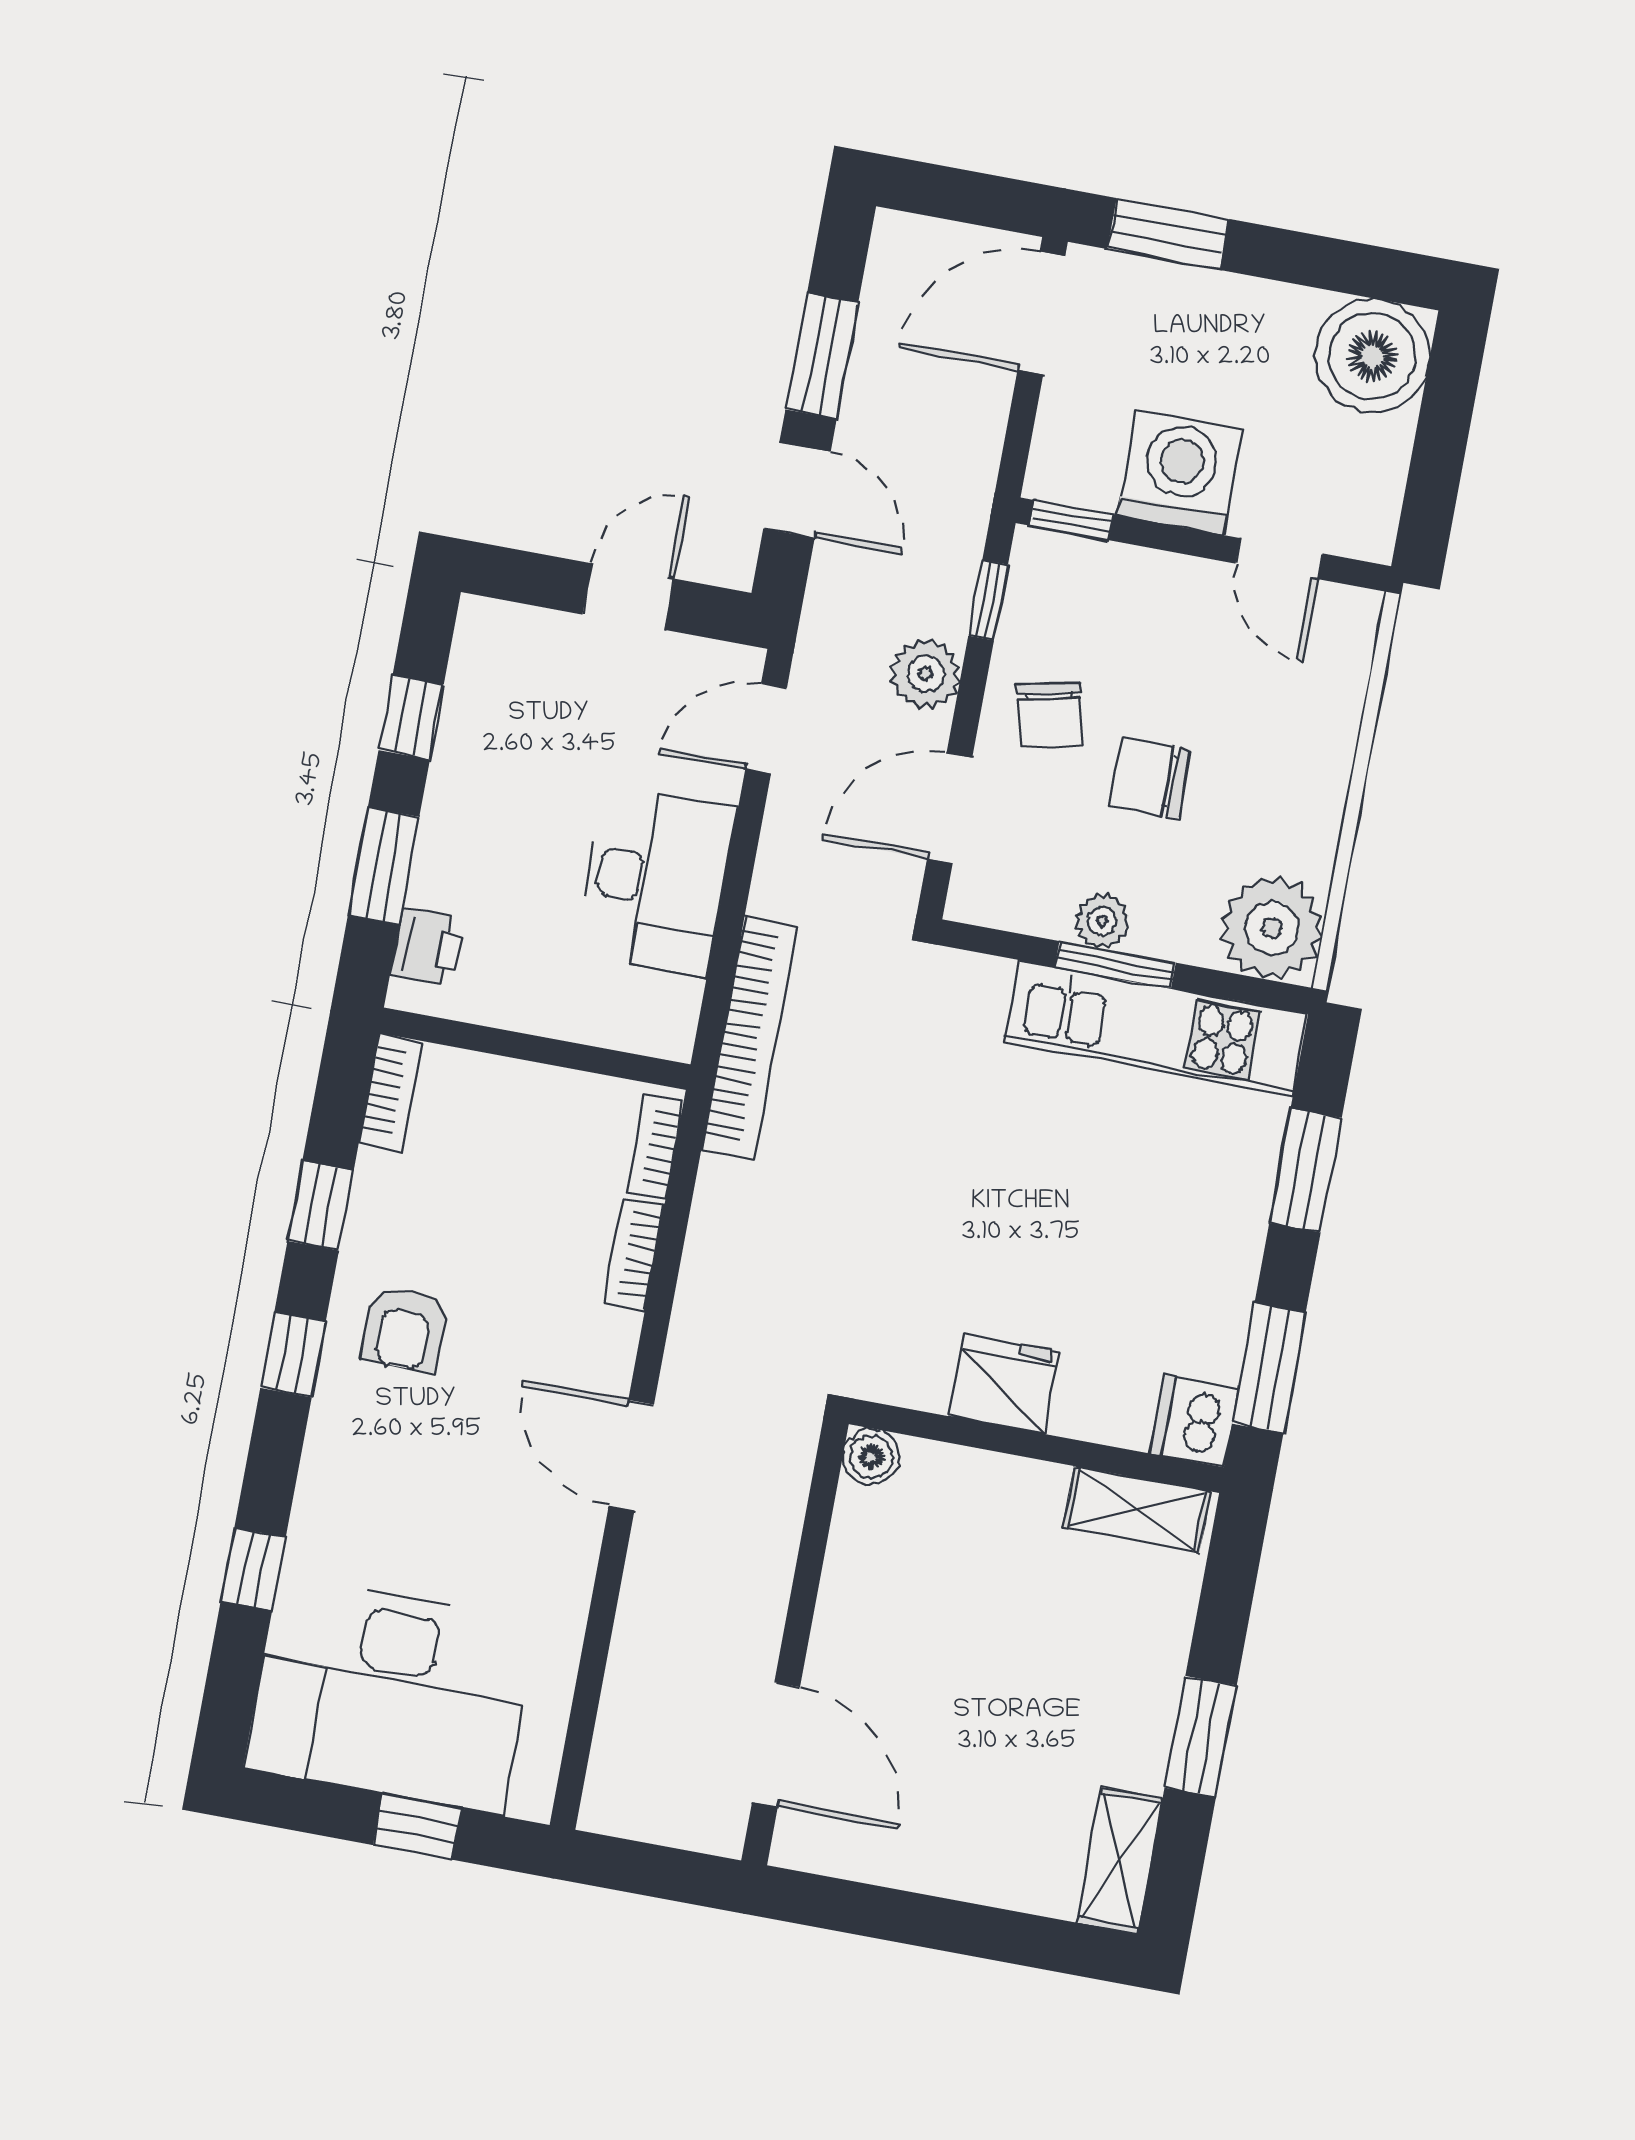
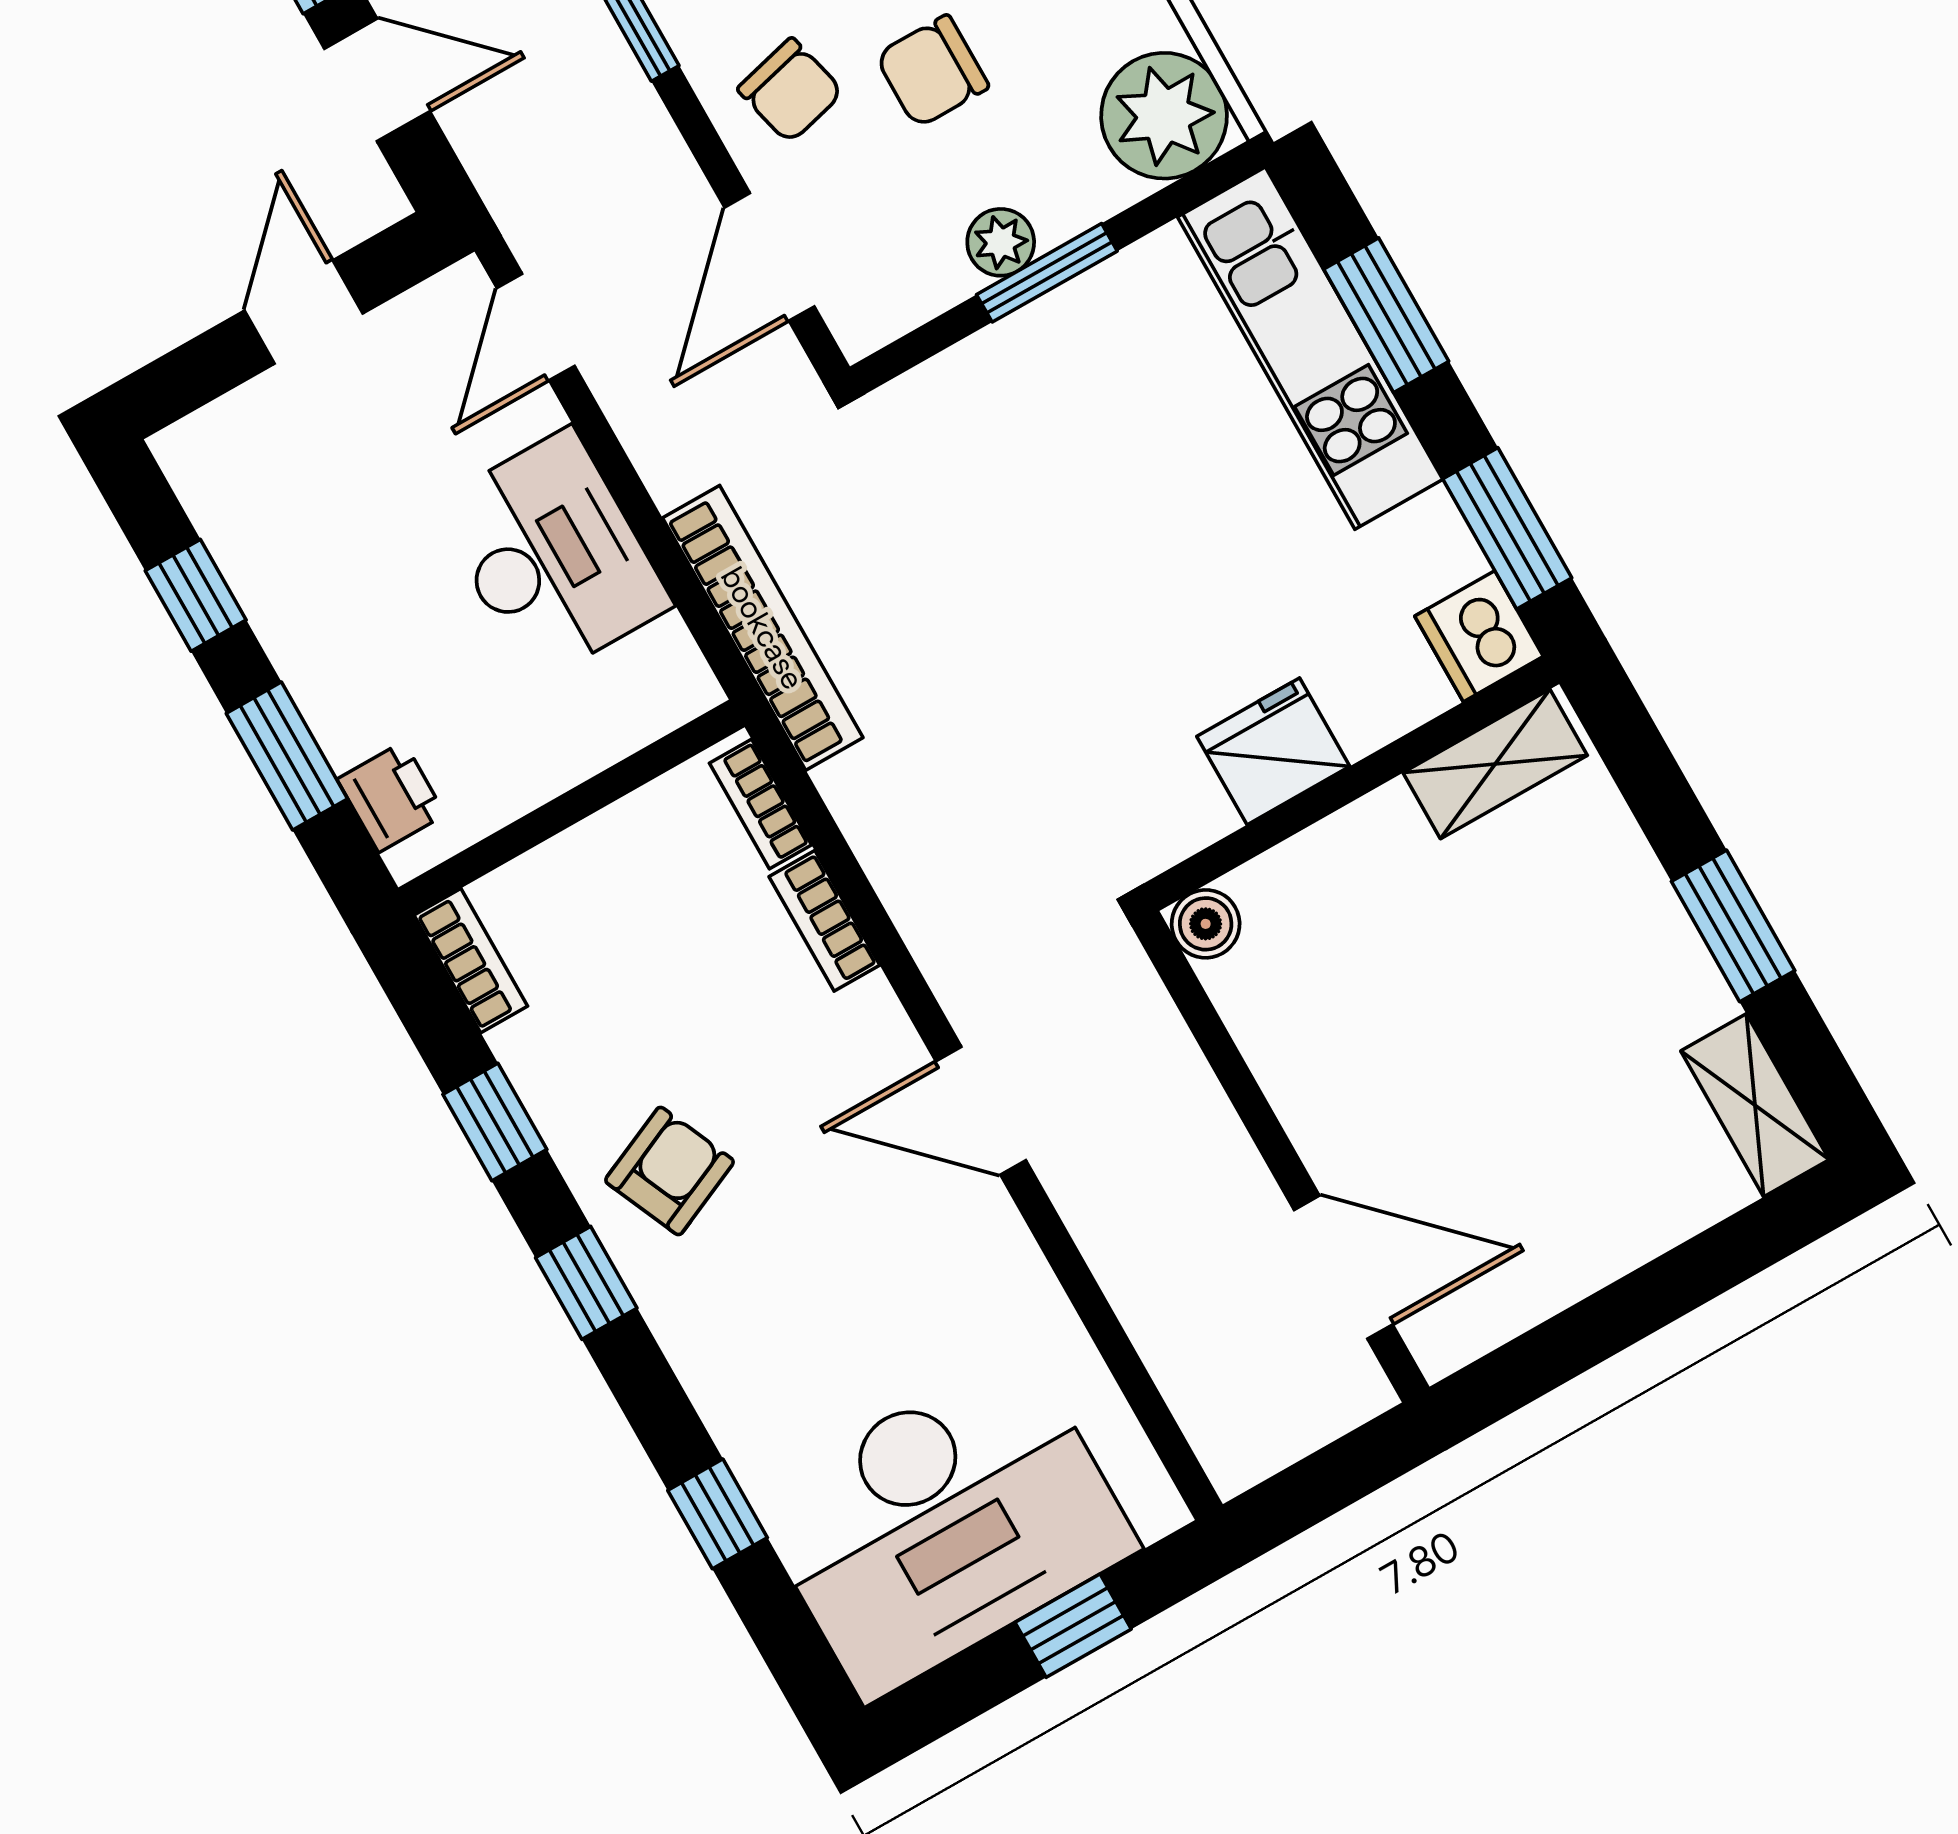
plant: (926, 674) -> (642, 151), removed
kitchen unit: (1156, 1028) -> (1310, 348), moved, turned 90
armchair: (404, 1329) -> (669, 1171), turned -114

